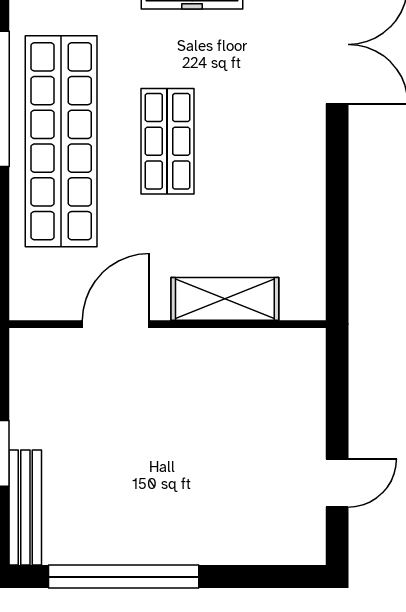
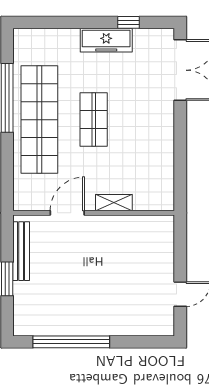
shelving: (225, 299) -> (114, 203), width x0.67, depth x0.75
bench: (25, 508) -> (21, 251), moved

